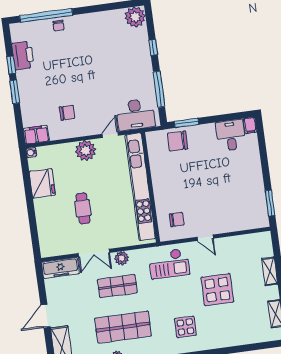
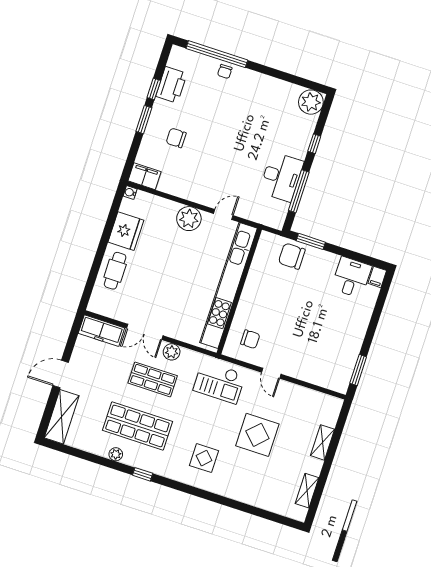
chair: (67, 113) -> (176, 138), moved, turned 180
desk: (136, 115) -> (281, 177), moved, turned -90
cafe table: (83, 208) -> (115, 271), moved

